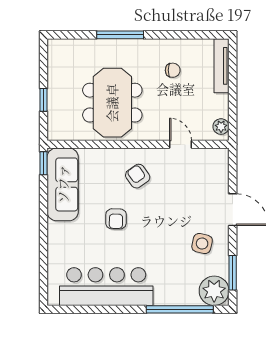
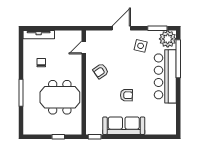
plant: (221, 127) -> (74, 35), removed
door: (181, 144) -> (84, 48), moved
armchair: (138, 176) -> (101, 71), moved
sofa: (63, 184) -> (124, 126), moved
bar counter: (106, 287) -> (165, 76), moved

